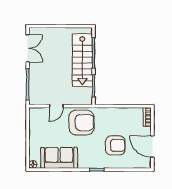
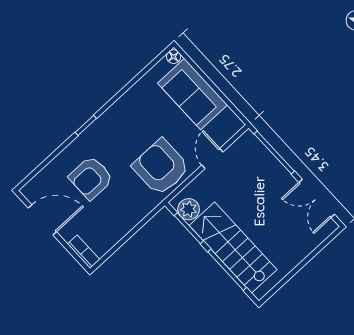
plant: (86, 94) -> (189, 209), added
armchair: (81, 123) -> (161, 167), turned 90
sofa: (59, 158) -> (193, 94), moved, turned 90

